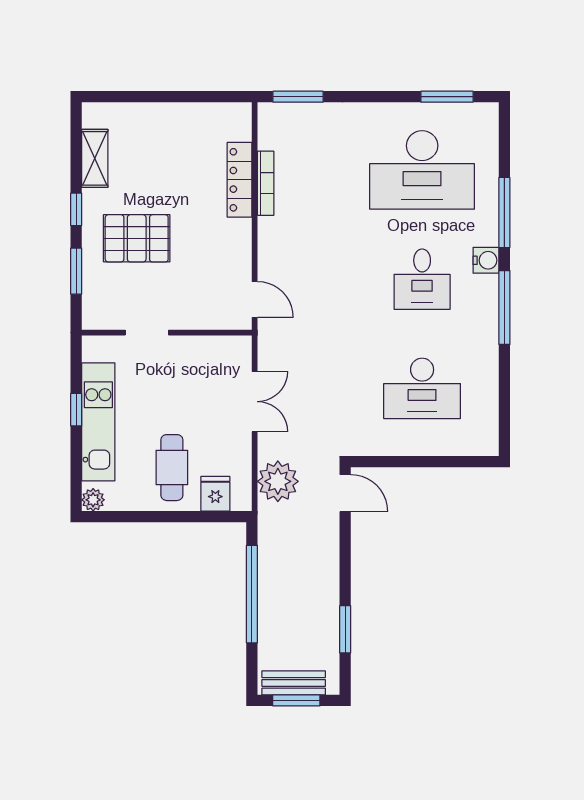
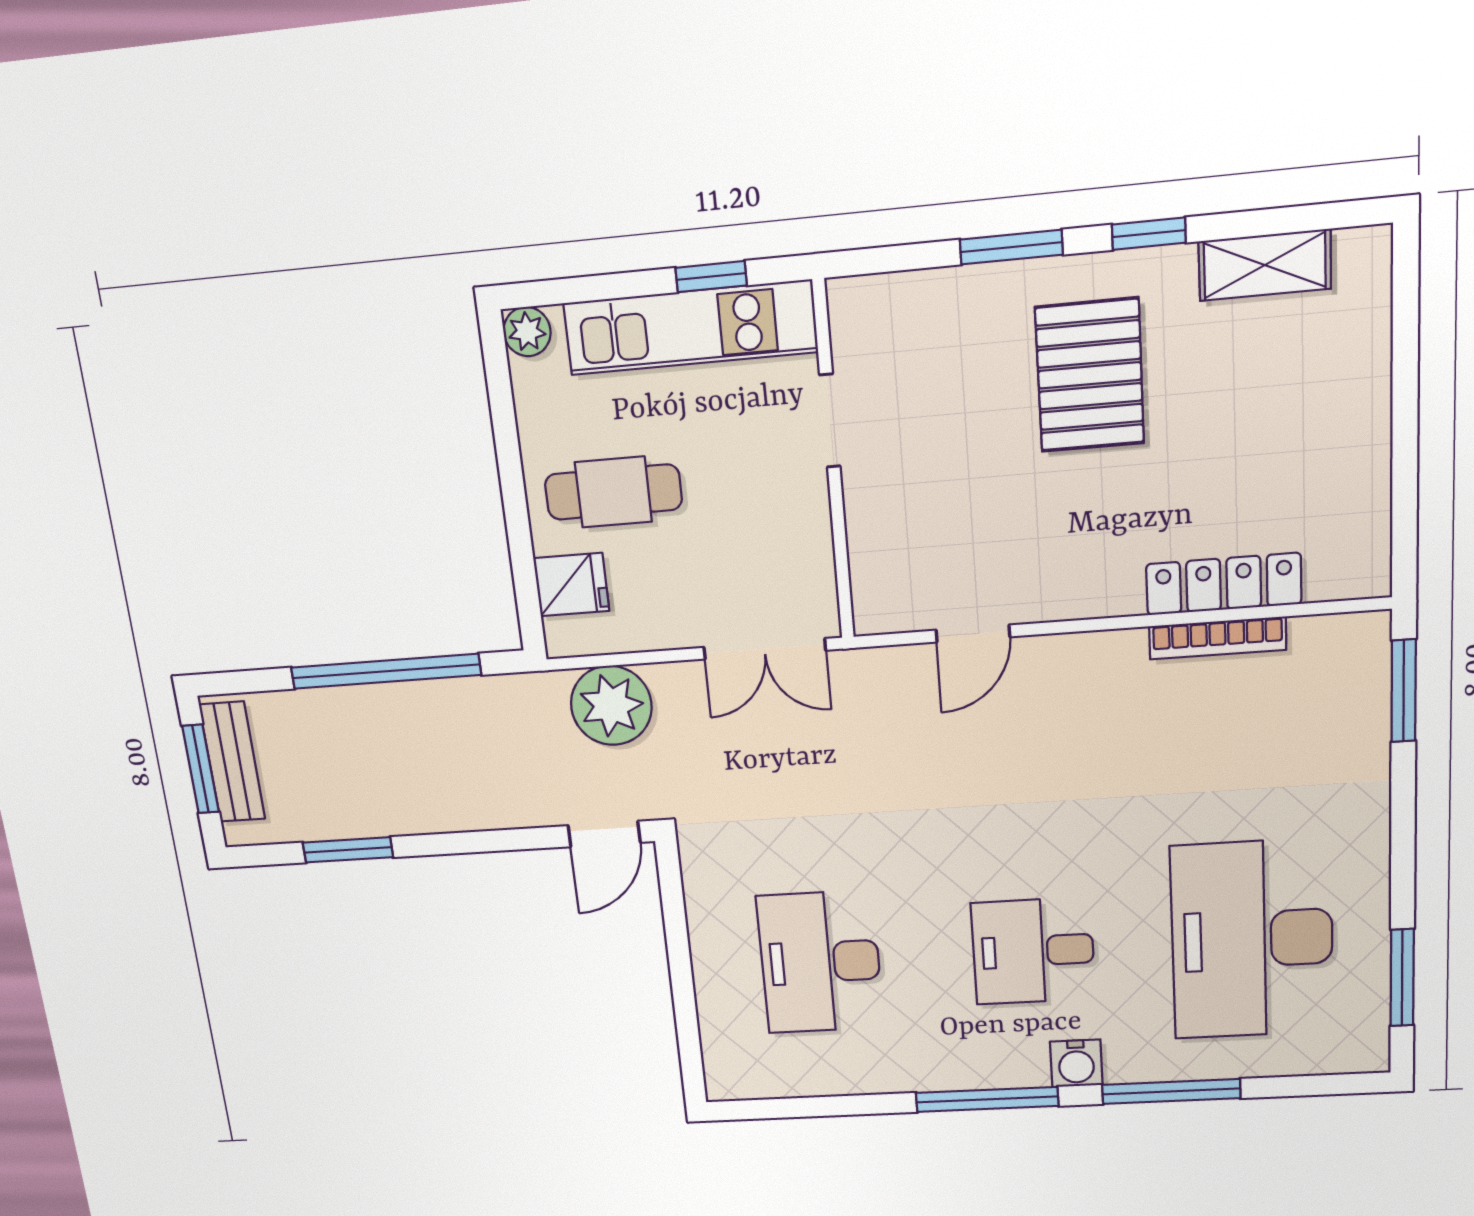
doorway: (147, 333) -> (830, 421), moved
wall: (167, 333) -> (833, 463), moved

